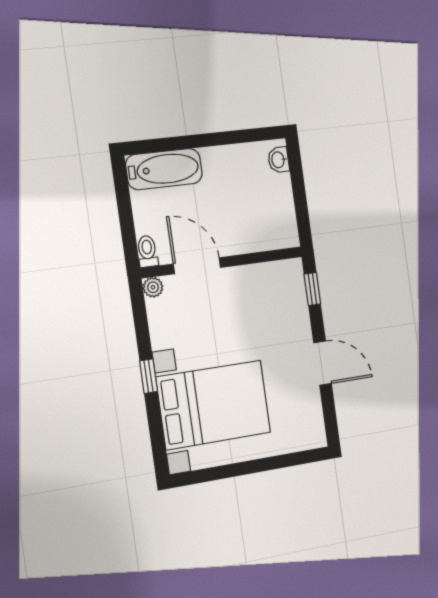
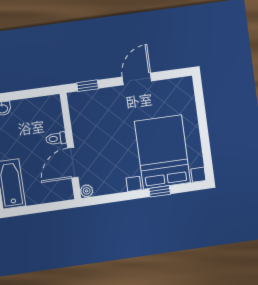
toilet: (147, 251) -> (56, 139), moved
window: (149, 376) -> (160, 191), moved

